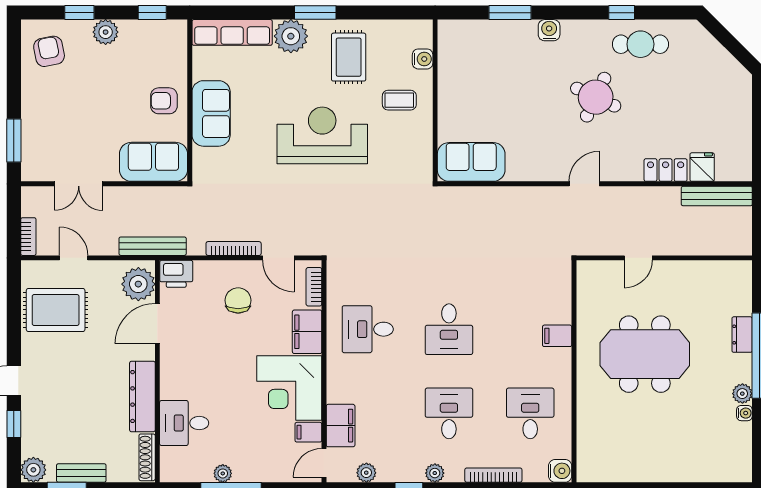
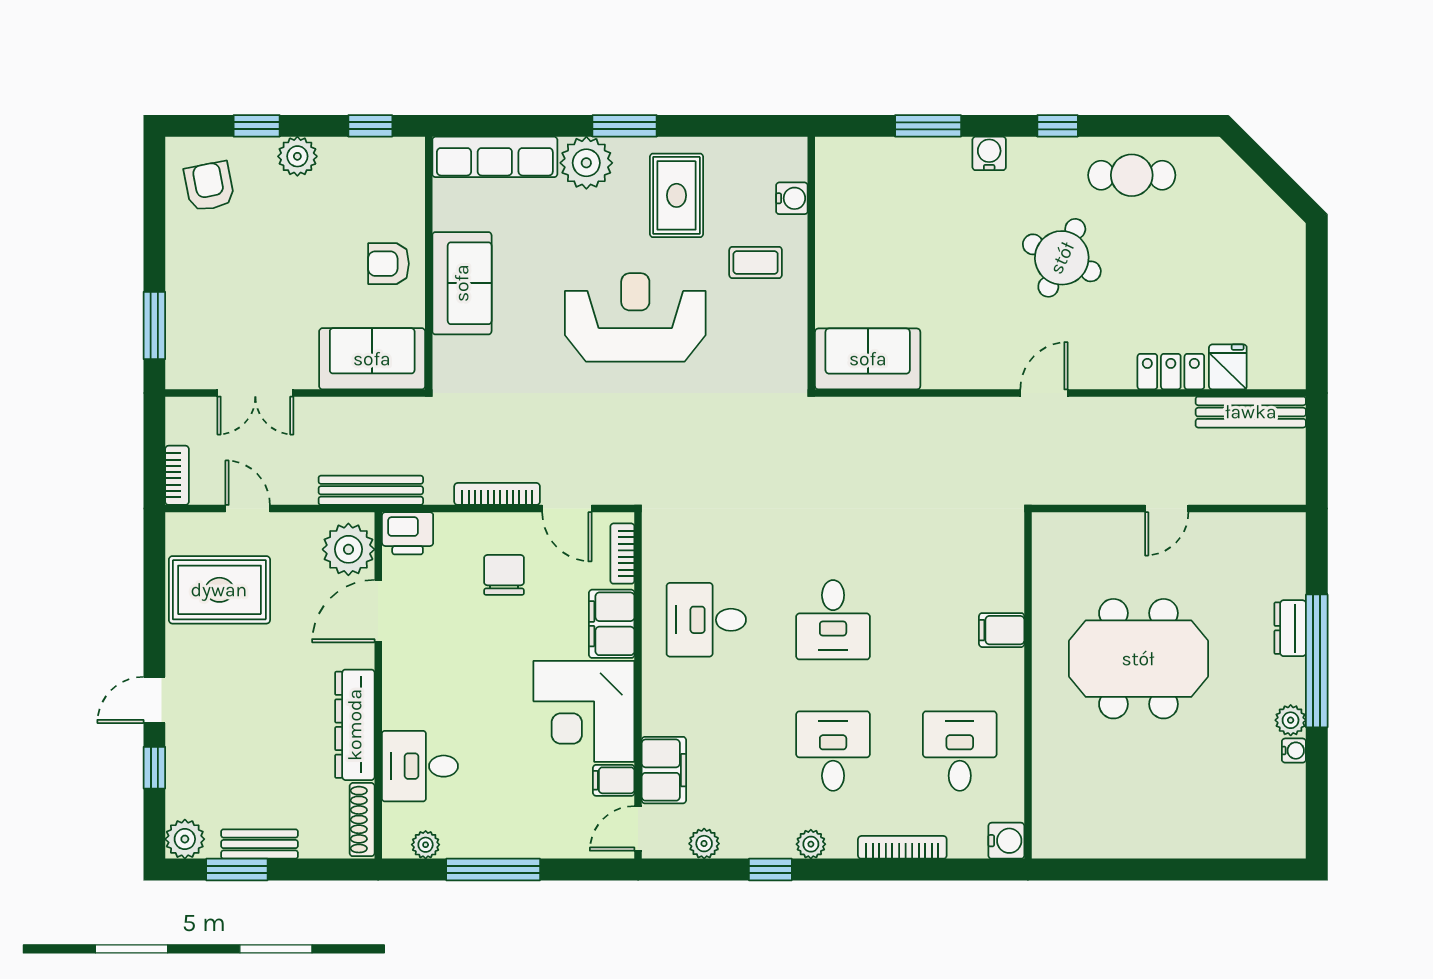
window: (622, 13) -> (1058, 126), moved
door: (638, 258) -> (1167, 509), moved
plant: (223, 473) -> (426, 845), moved

